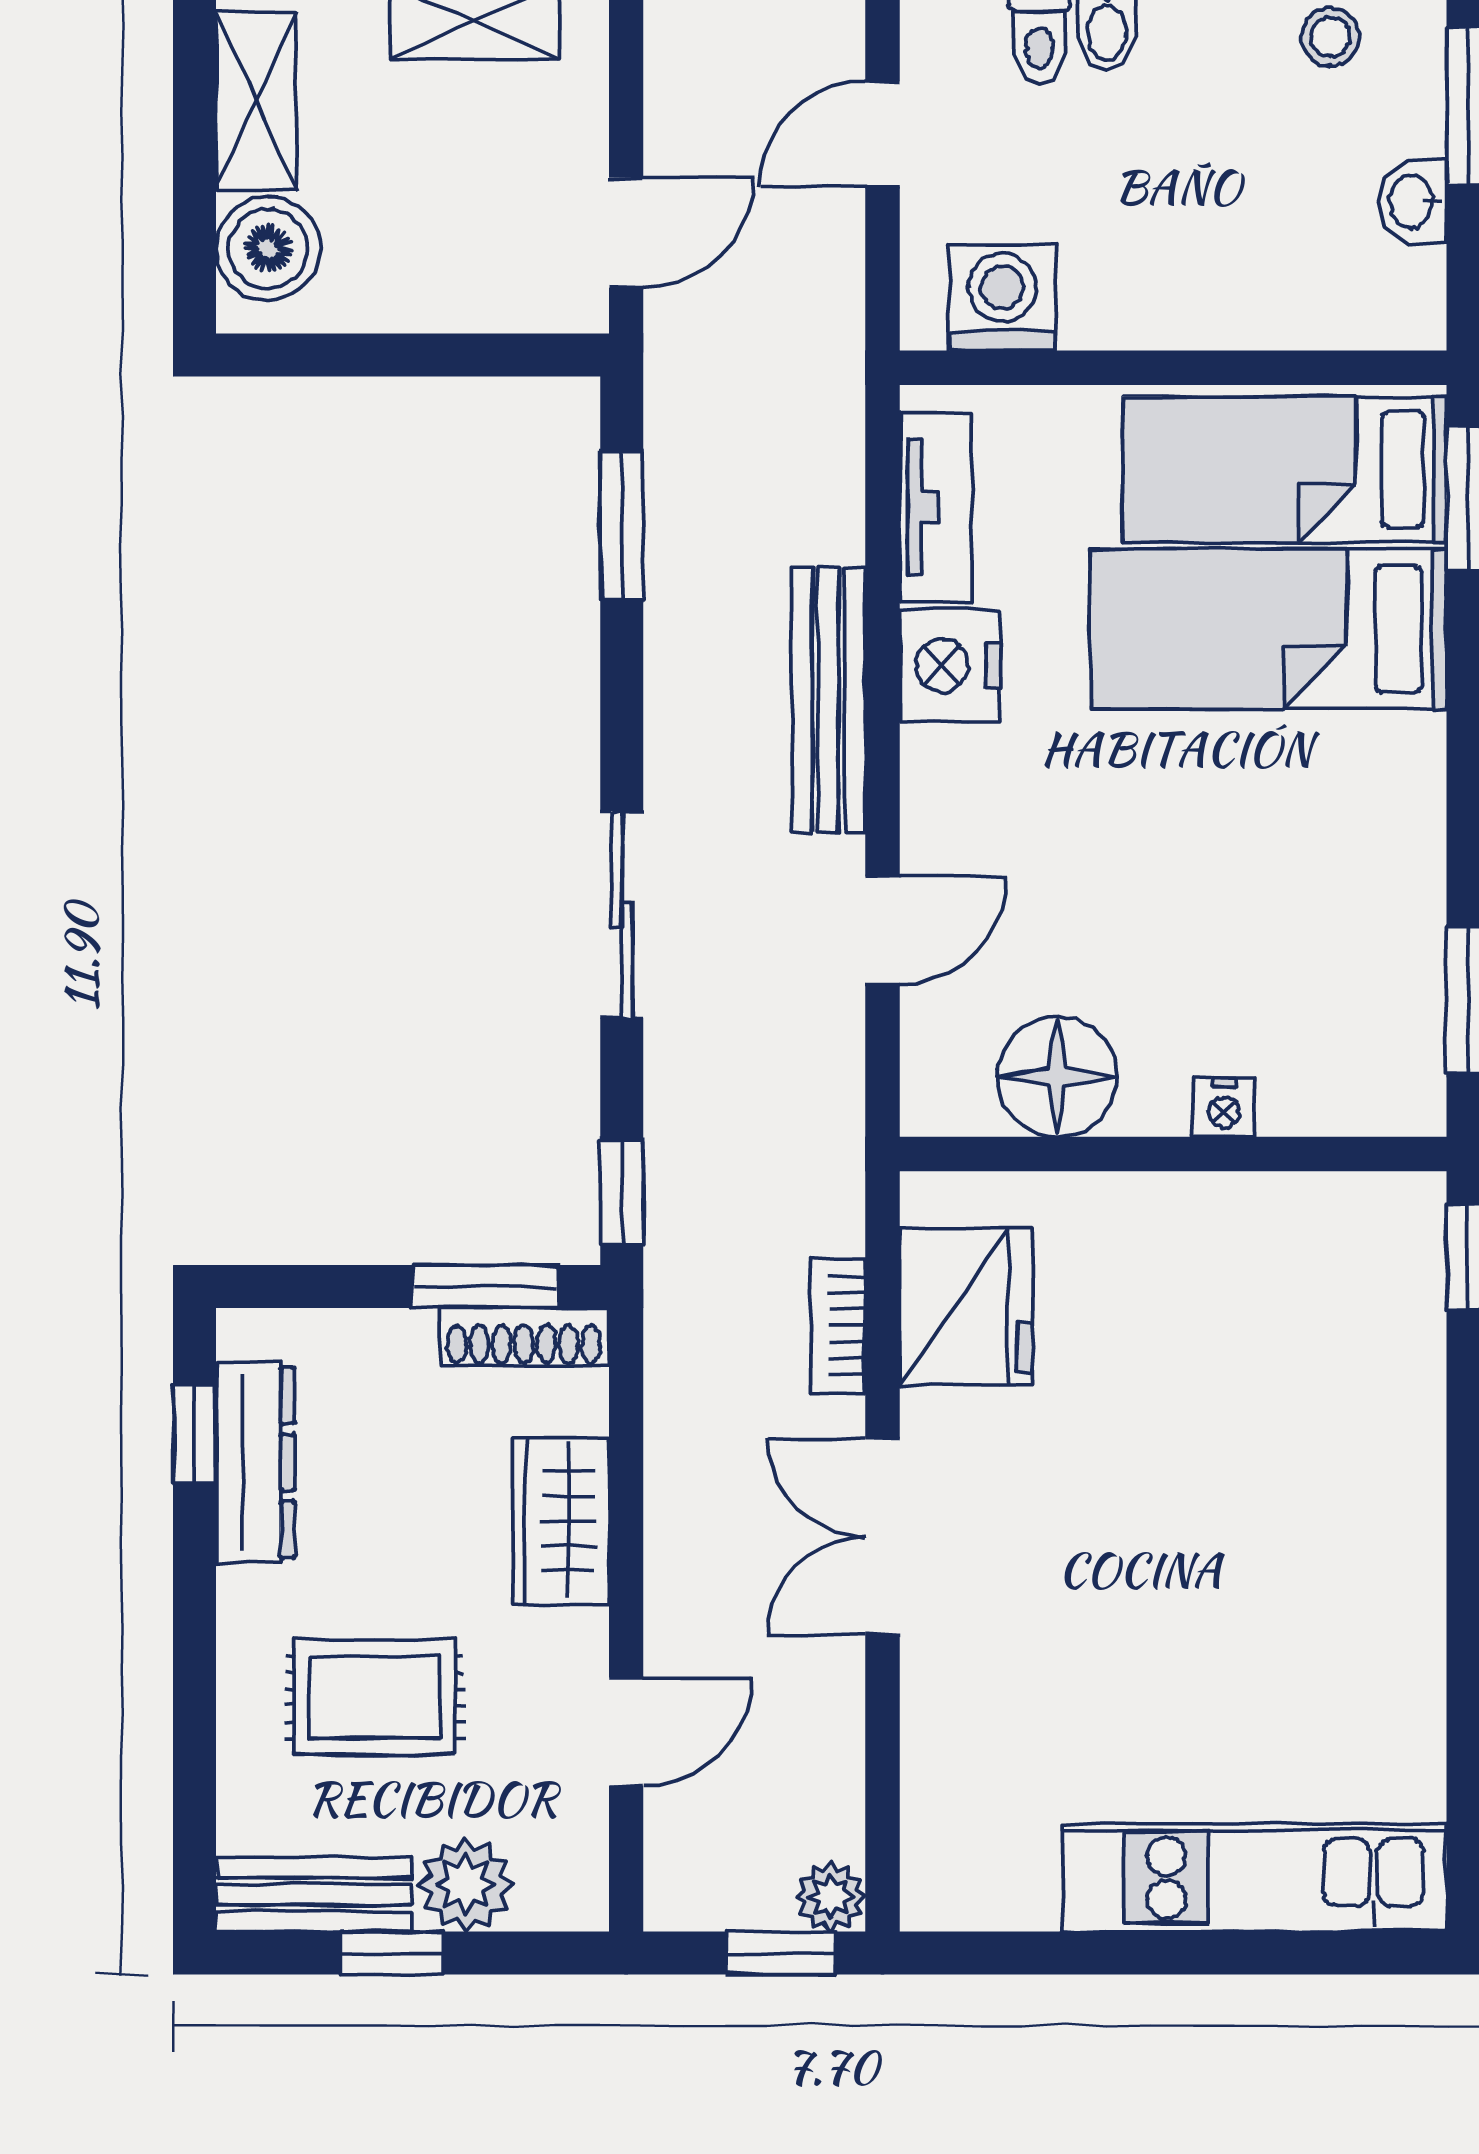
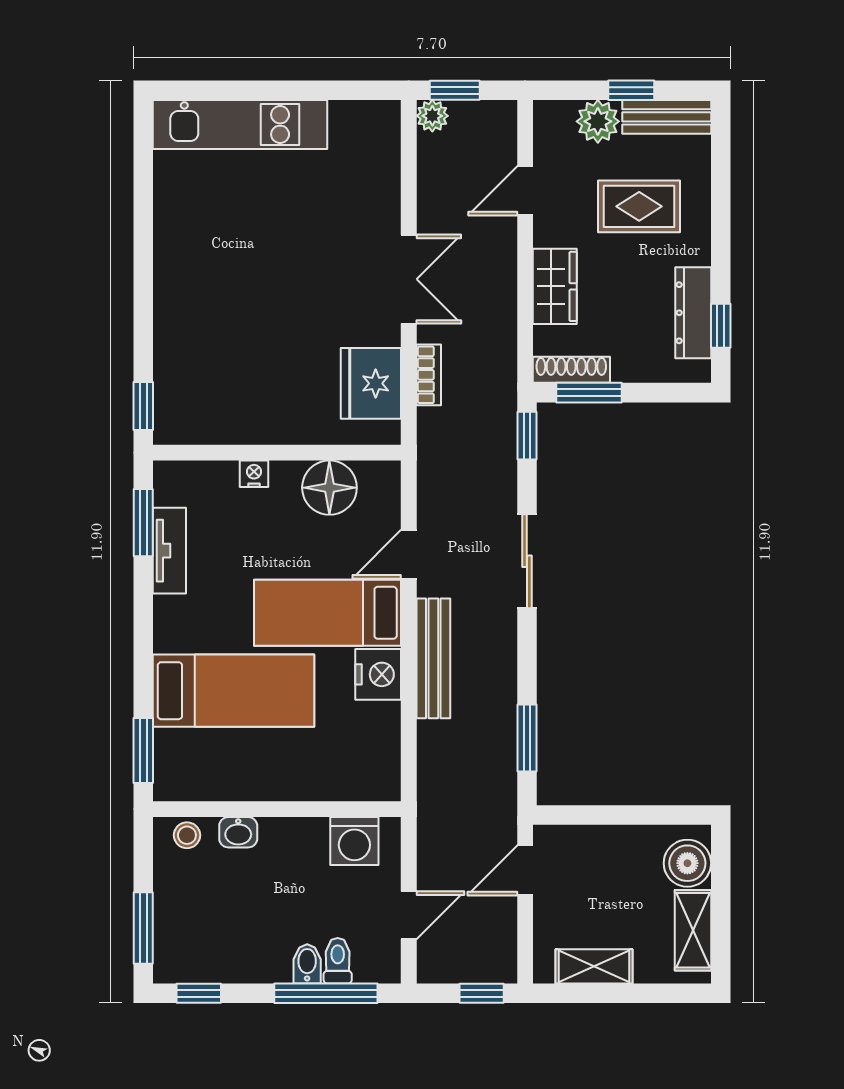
stool: (1330, 37) -> (187, 835), moved
washbasin: (1413, 201) -> (238, 832), moved, turned 90
bed: (1285, 469) -> (328, 613), moved, turned 180
tv unit: (936, 507) -> (169, 551), moved, turned 180

